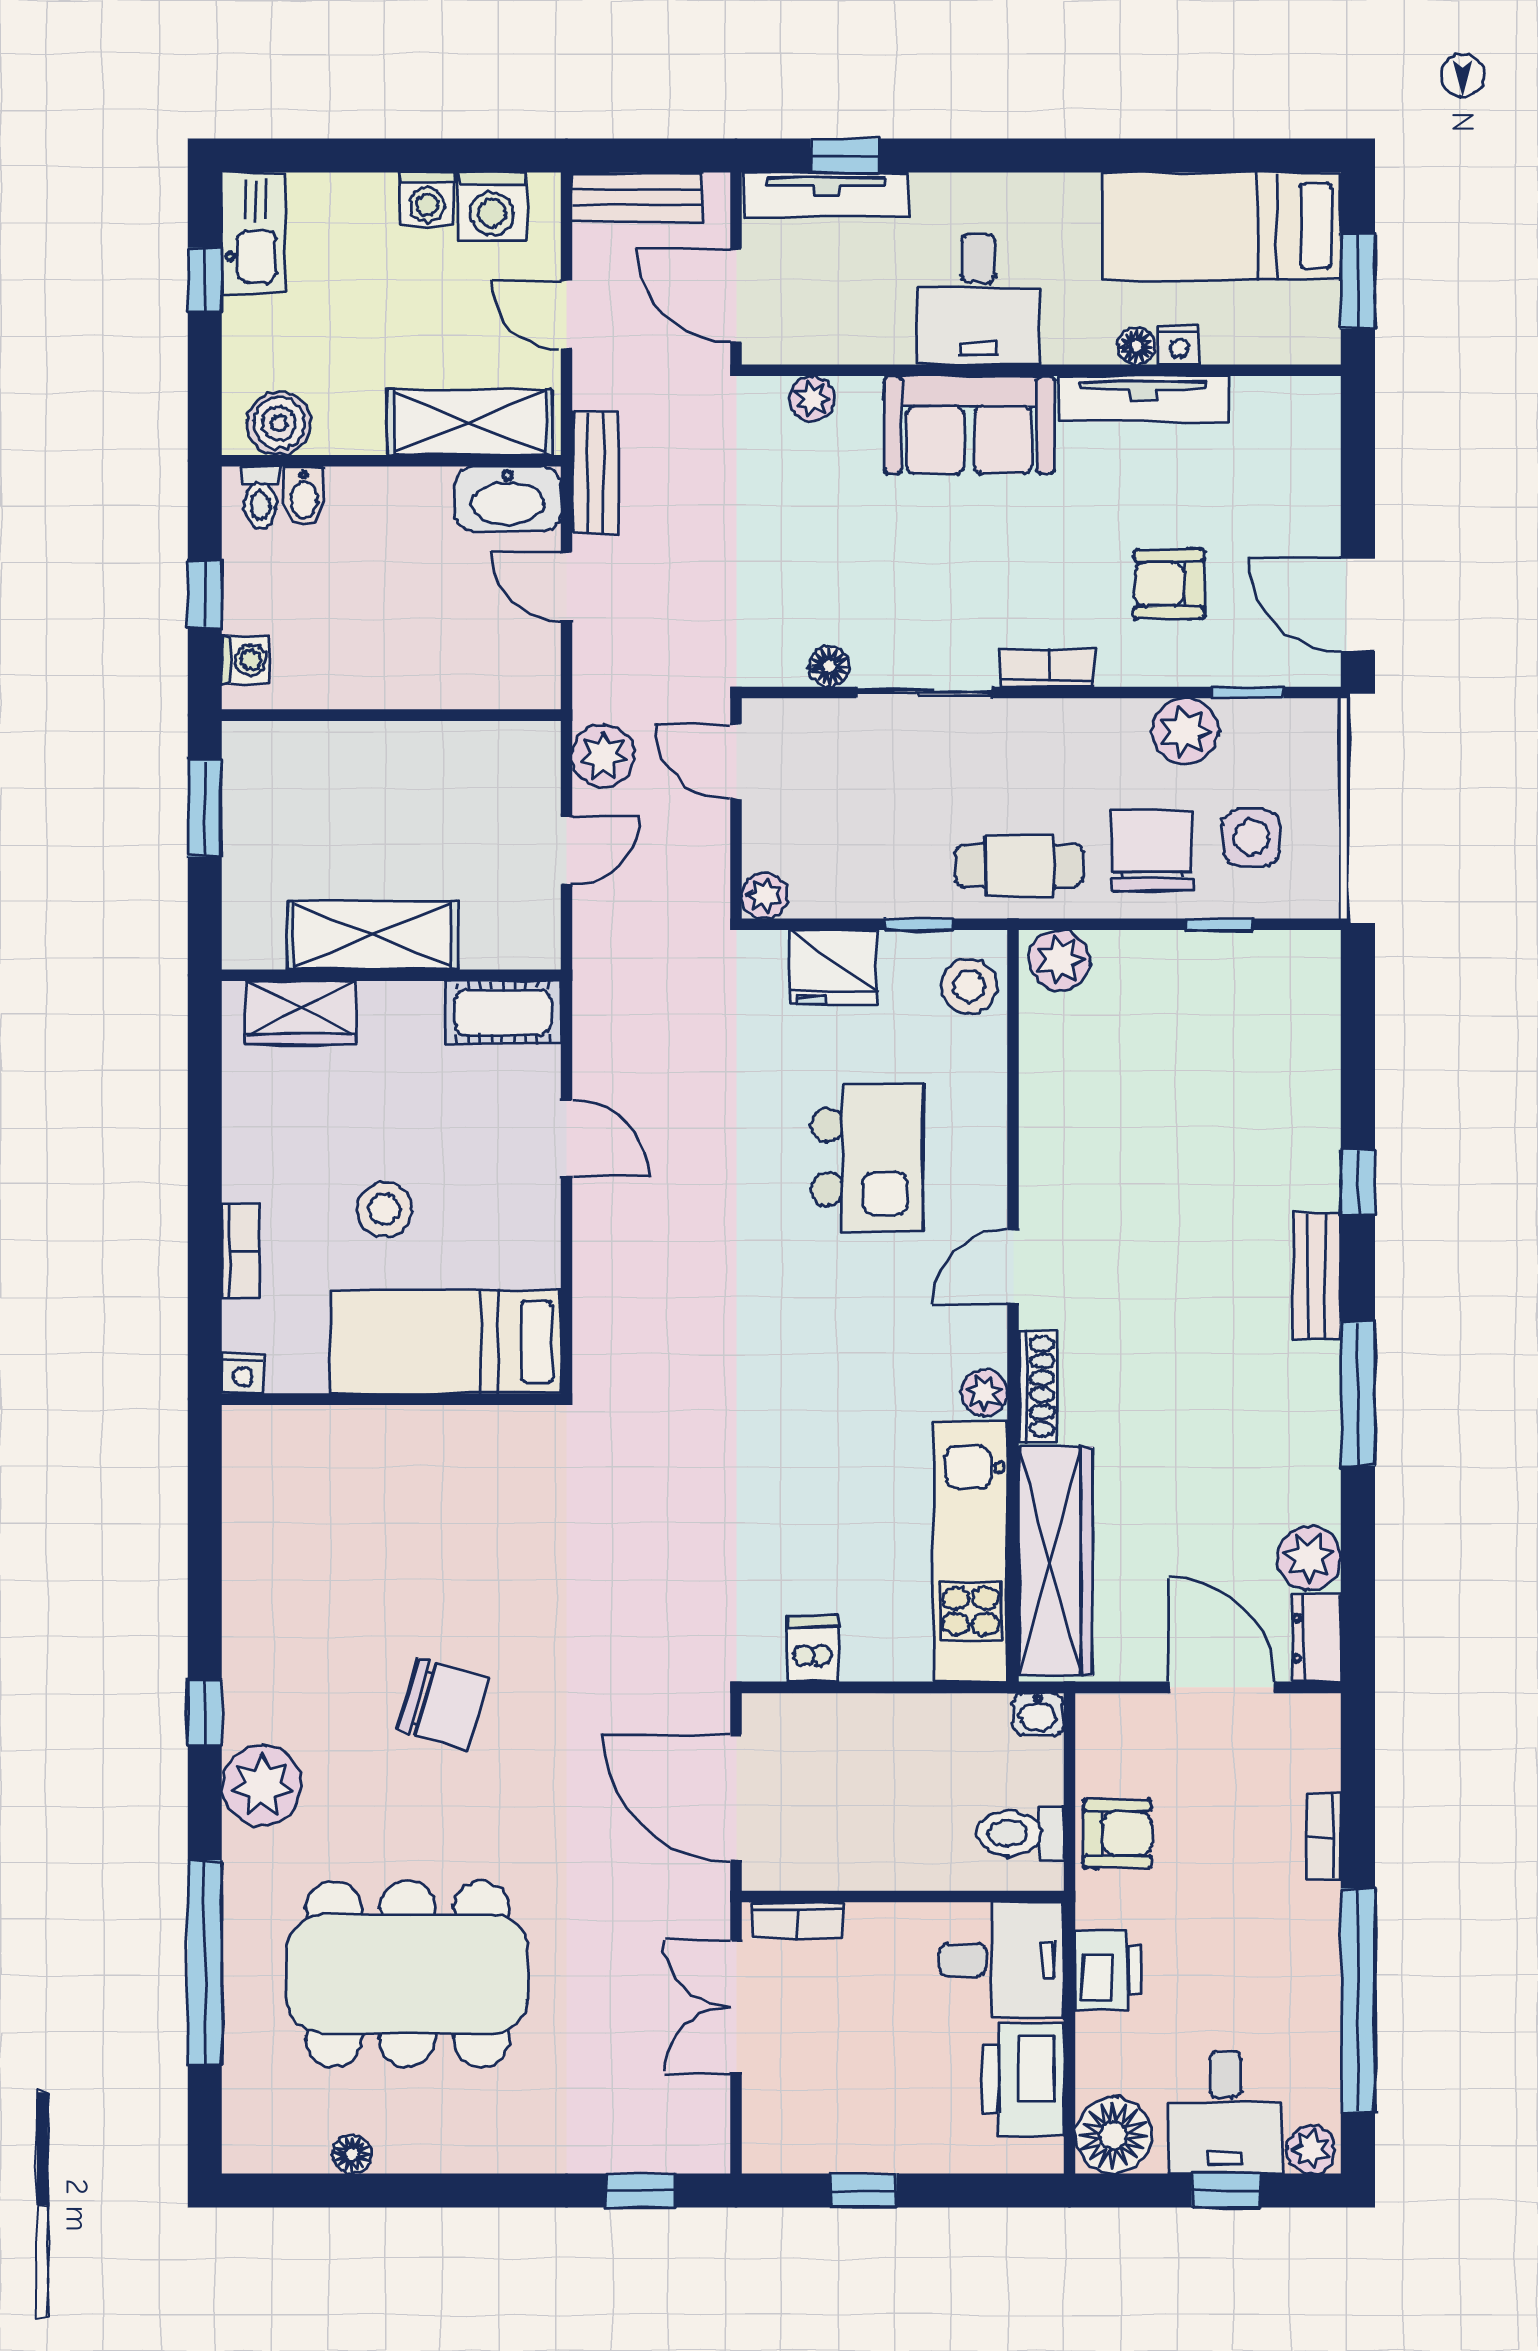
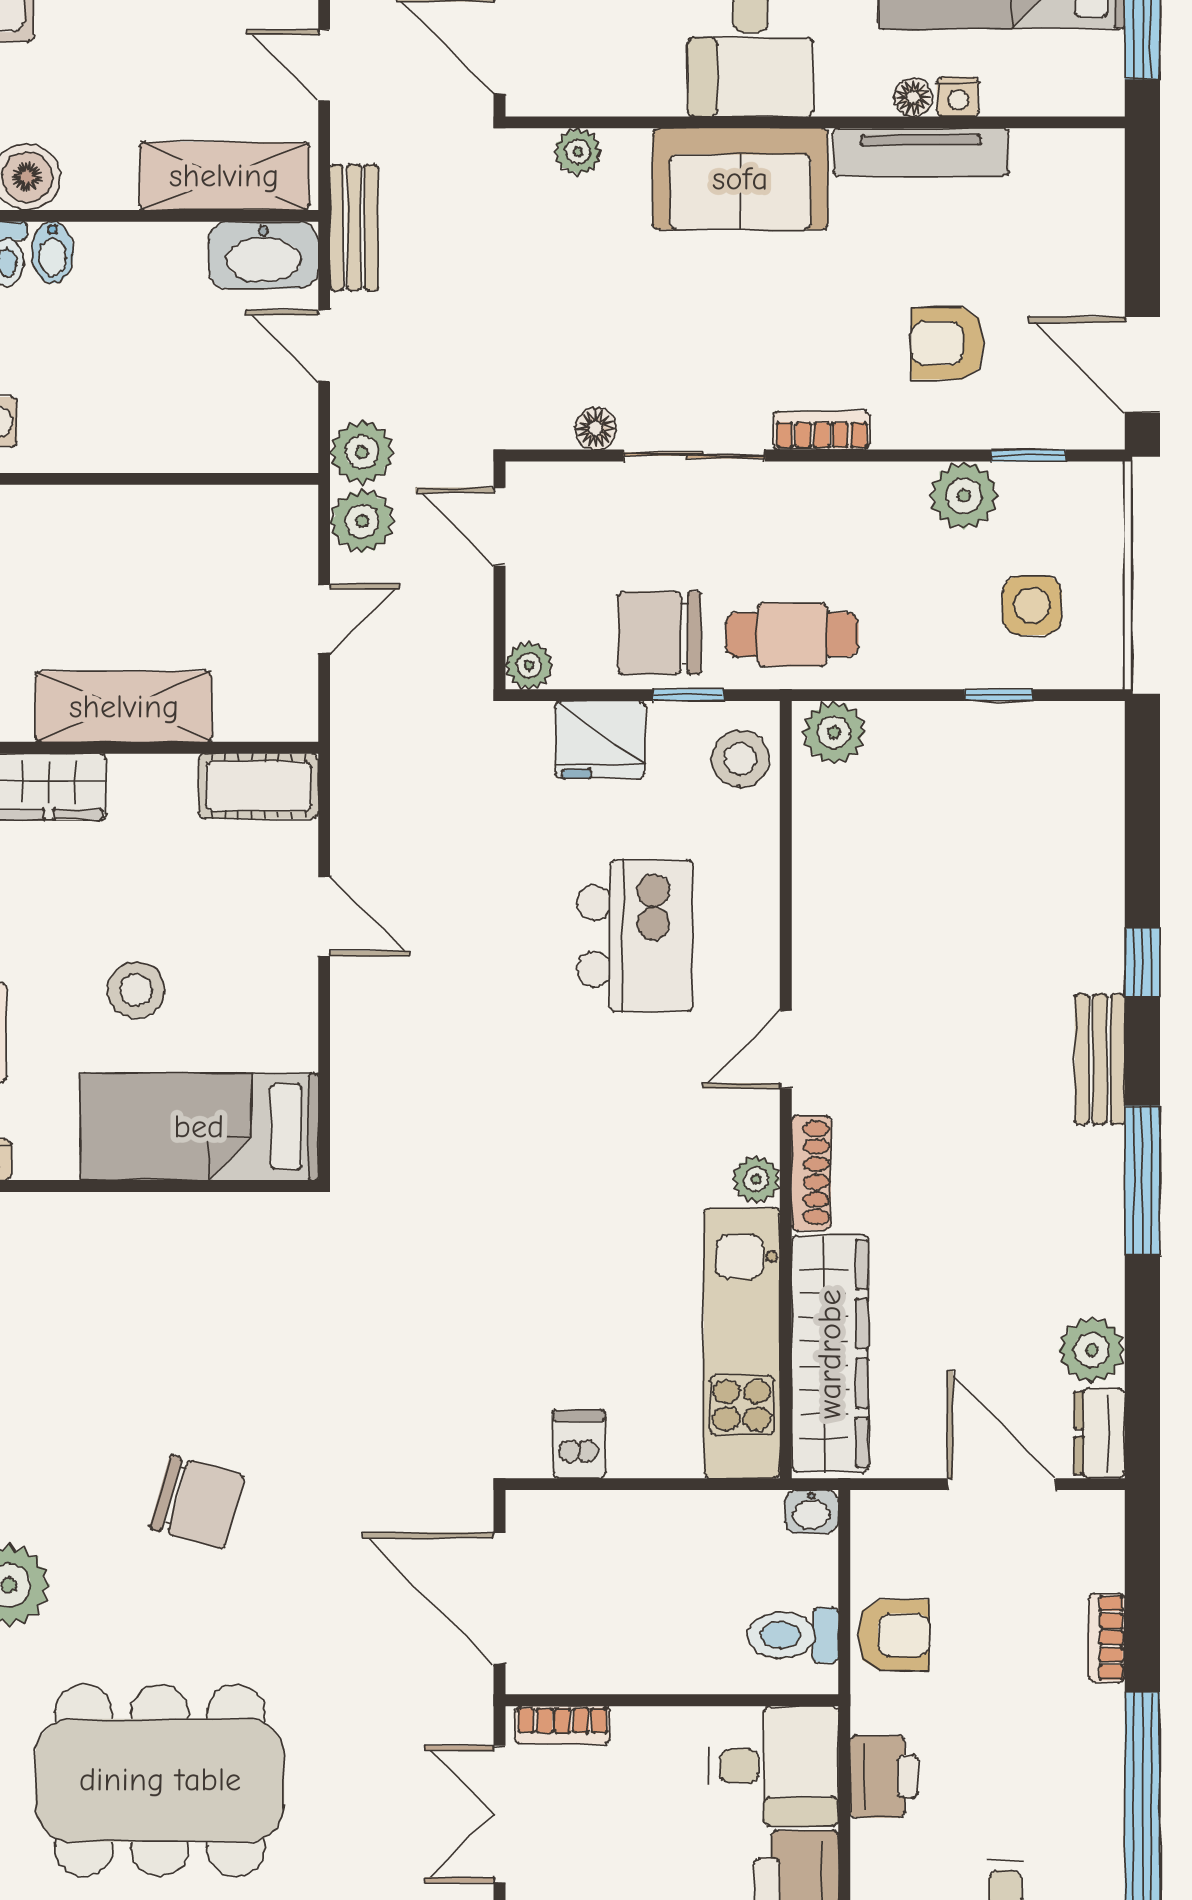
plant: (603, 689) -> (362, 452), added
chair: (1152, 851) -> (660, 633), moved, turned -90

